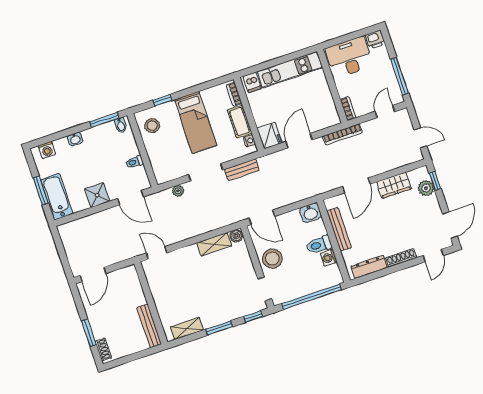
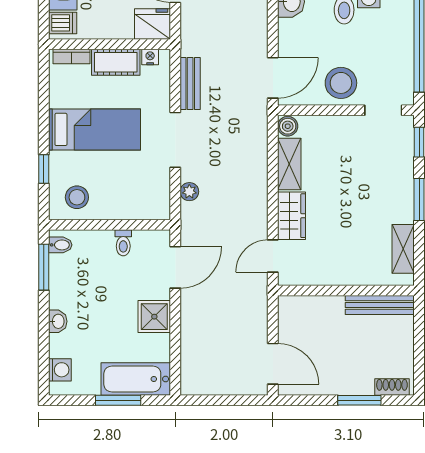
wardrobe: (184, 256) -> (292, 216), added

